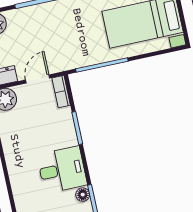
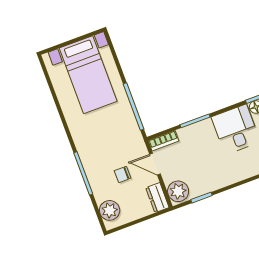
chair: (32, 43) -> (123, 174), added

